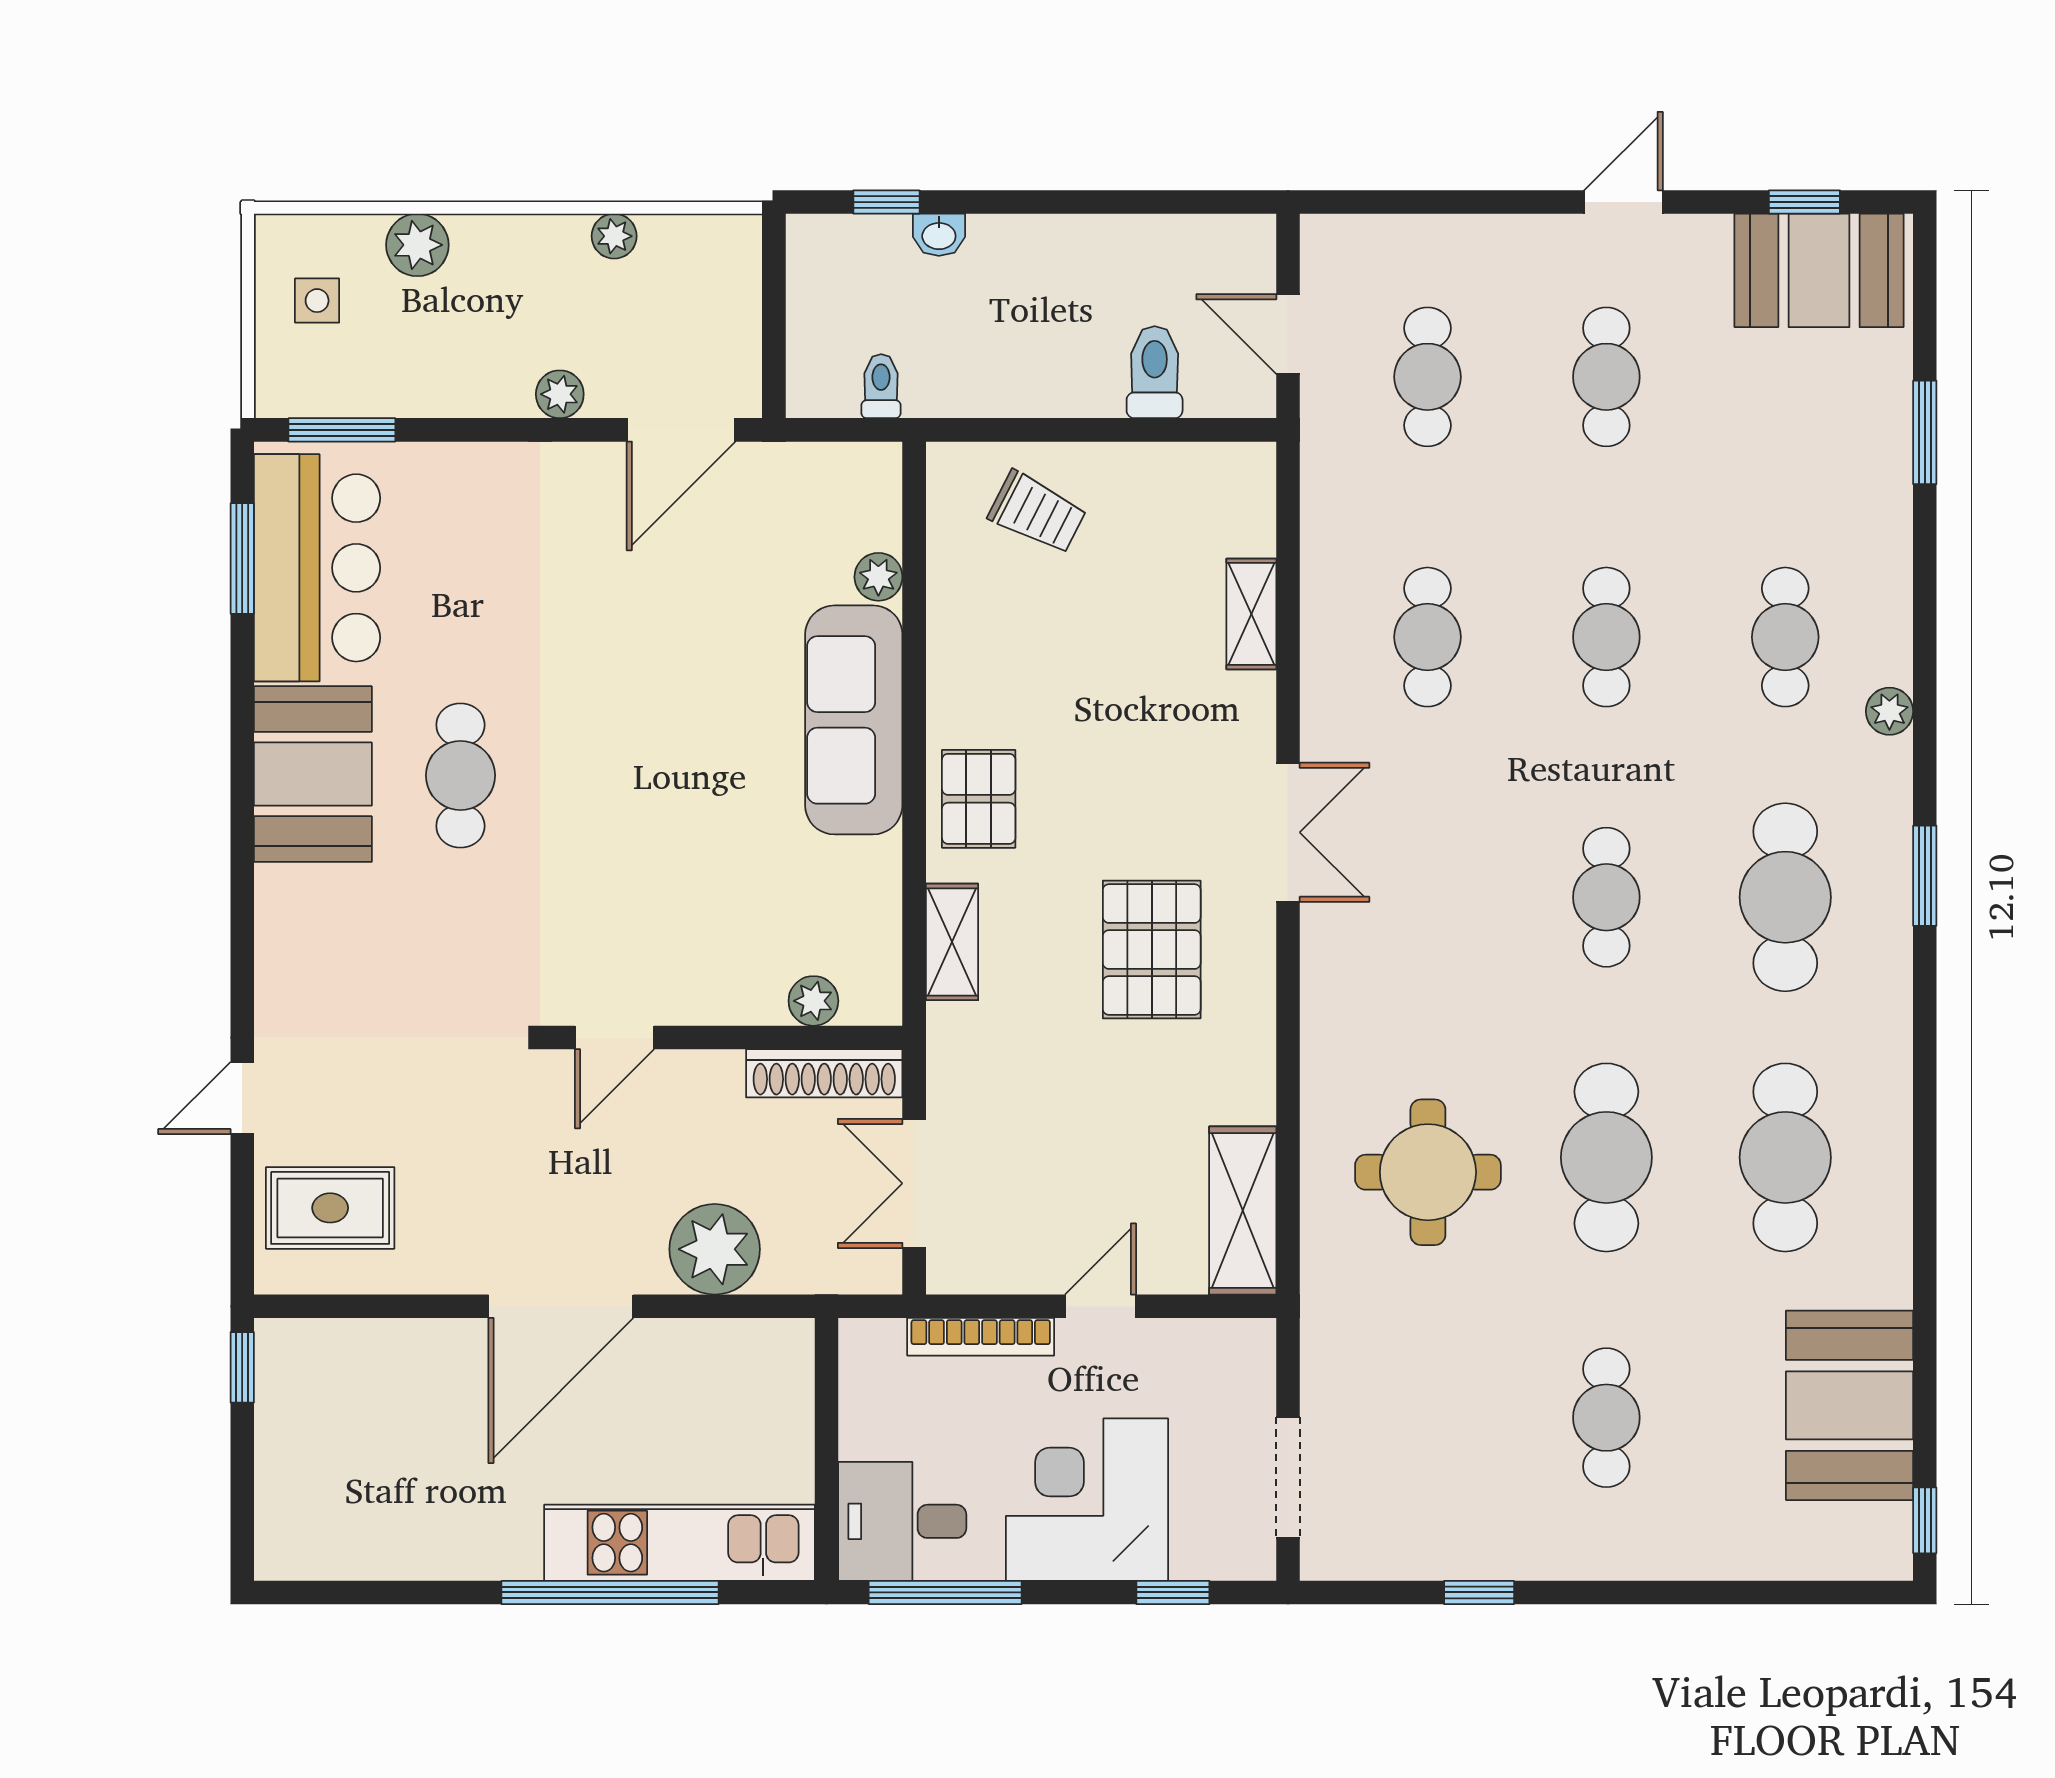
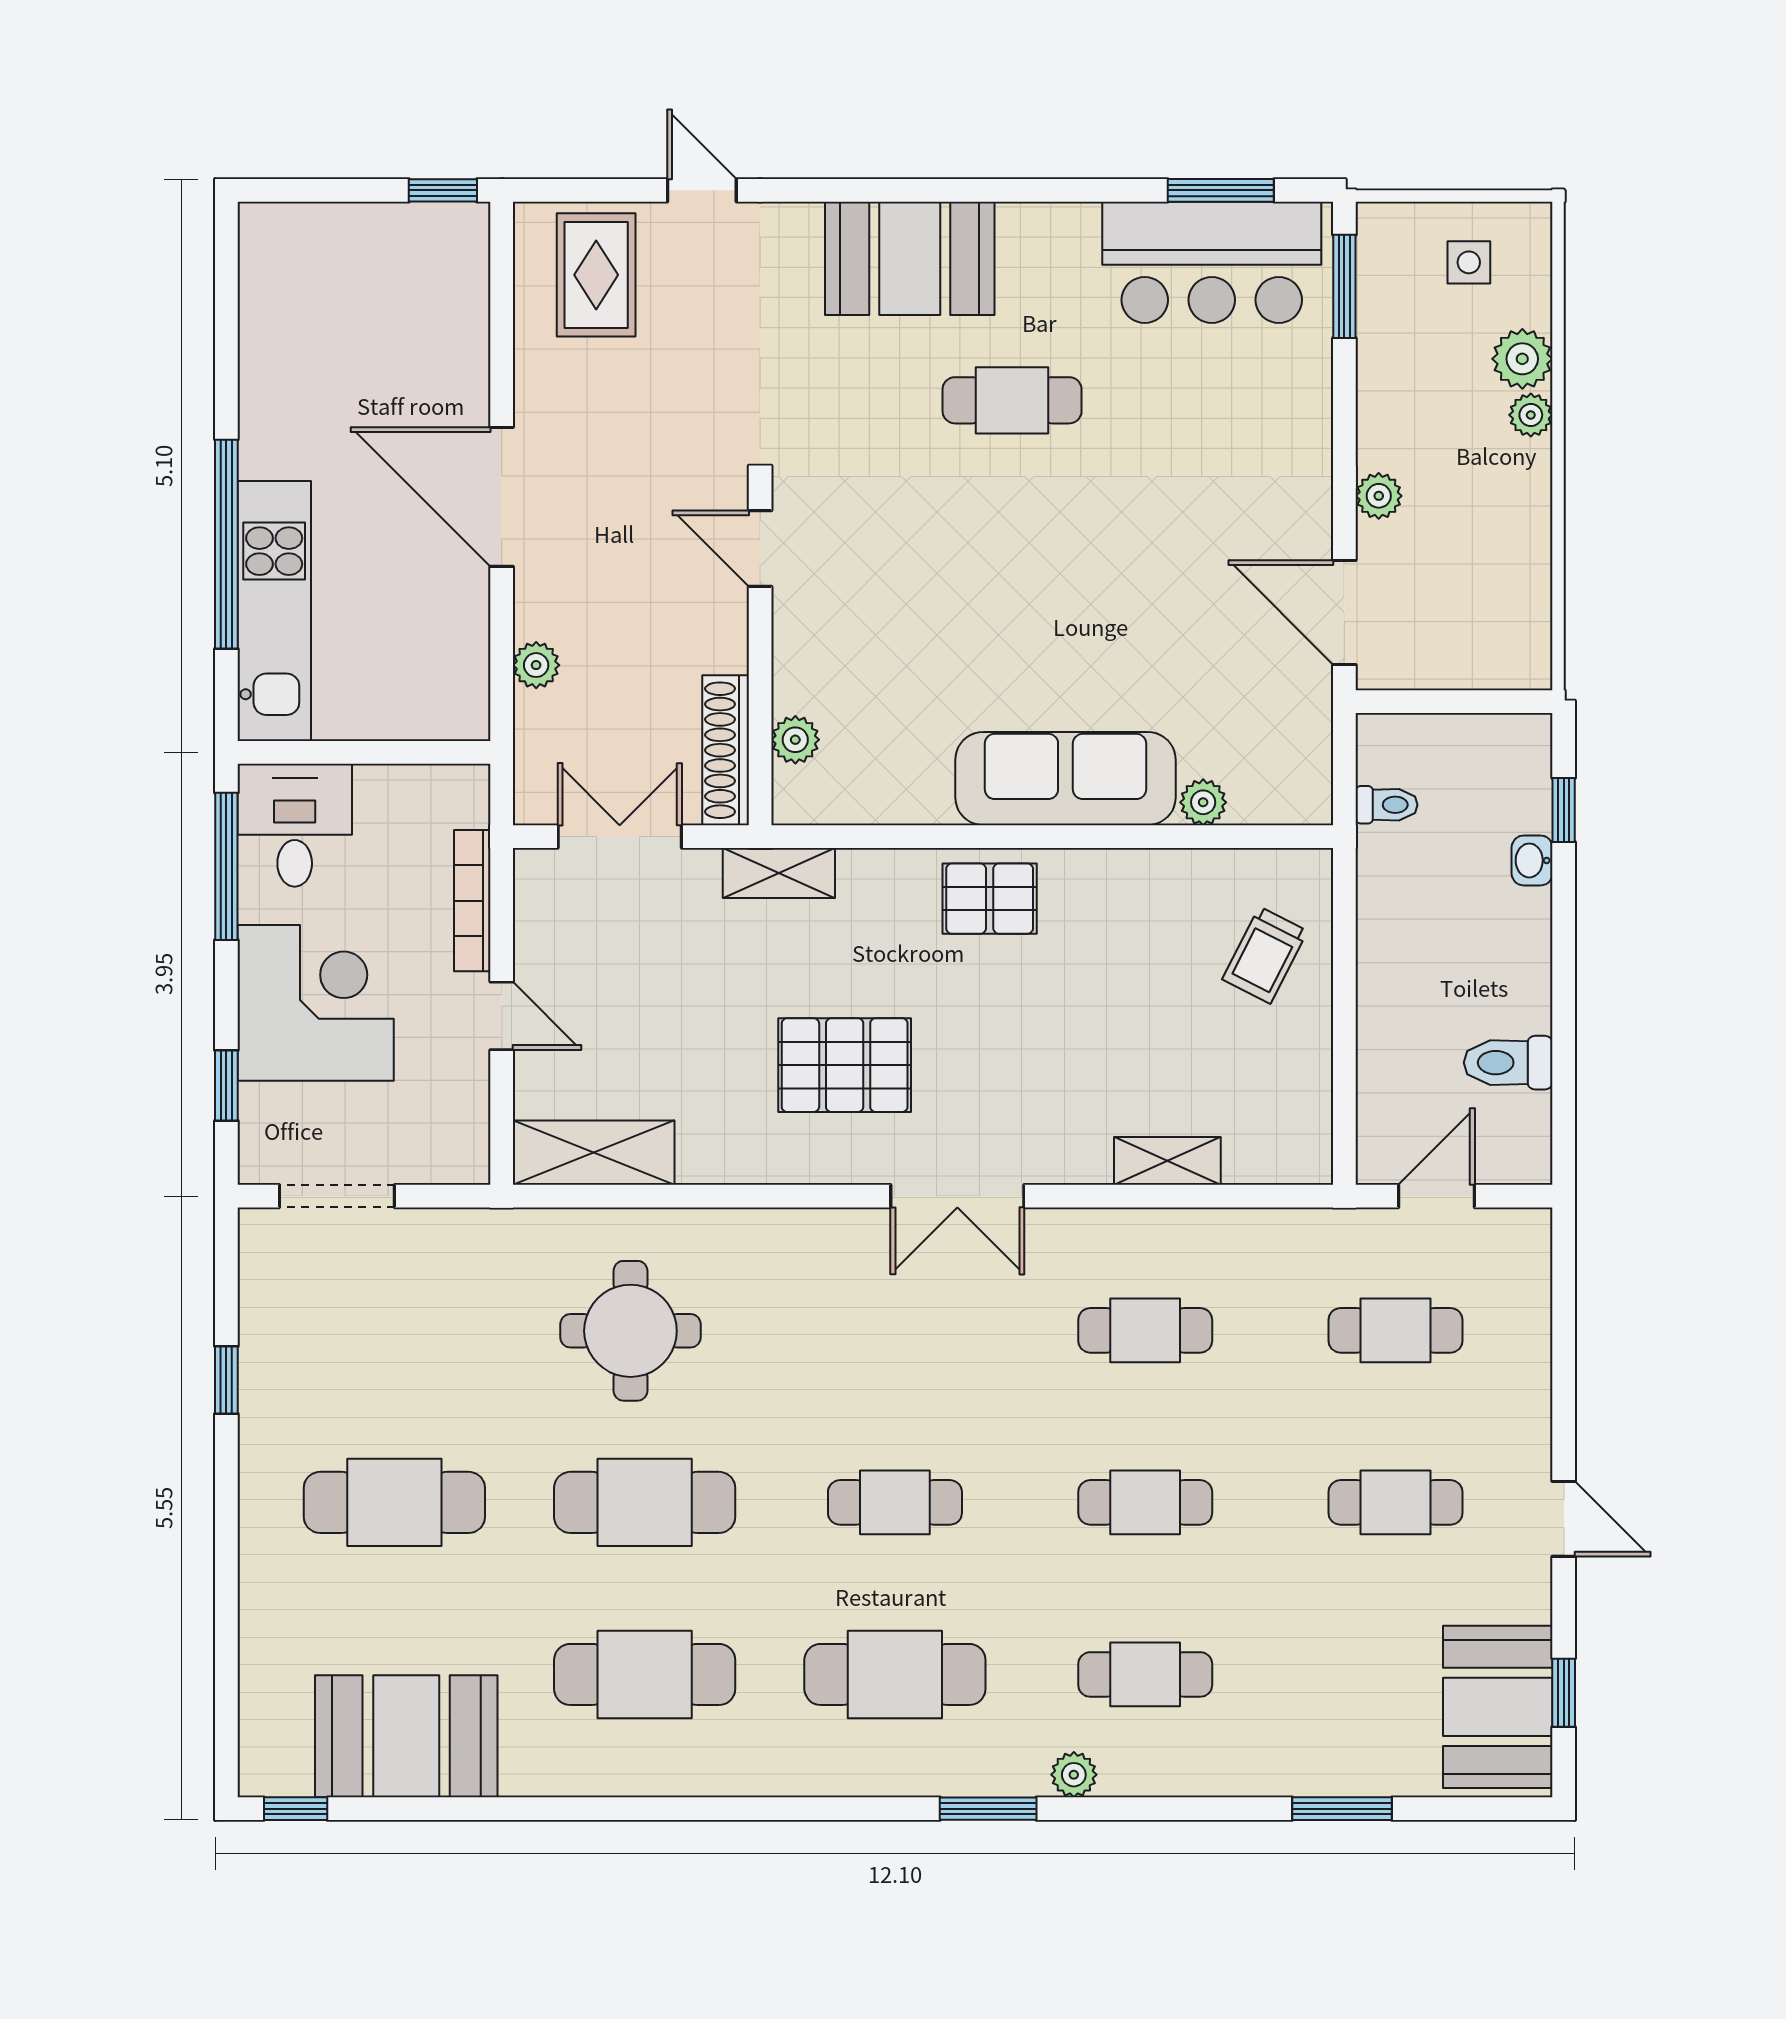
plant: (614, 236) -> (1531, 415), moved
toilet: (1155, 372) -> (1508, 1063), moved, turned 180
booth: (313, 774) -> (910, 258), moved
window: (1925, 876) -> (988, 1809), moved
shelving: (952, 942) -> (779, 873), moved
plant: (715, 1249) -> (536, 665), width x0.53, depth x0.53
cafe table: (1606, 1418) -> (394, 1502), width x1.37, depth x1.35

